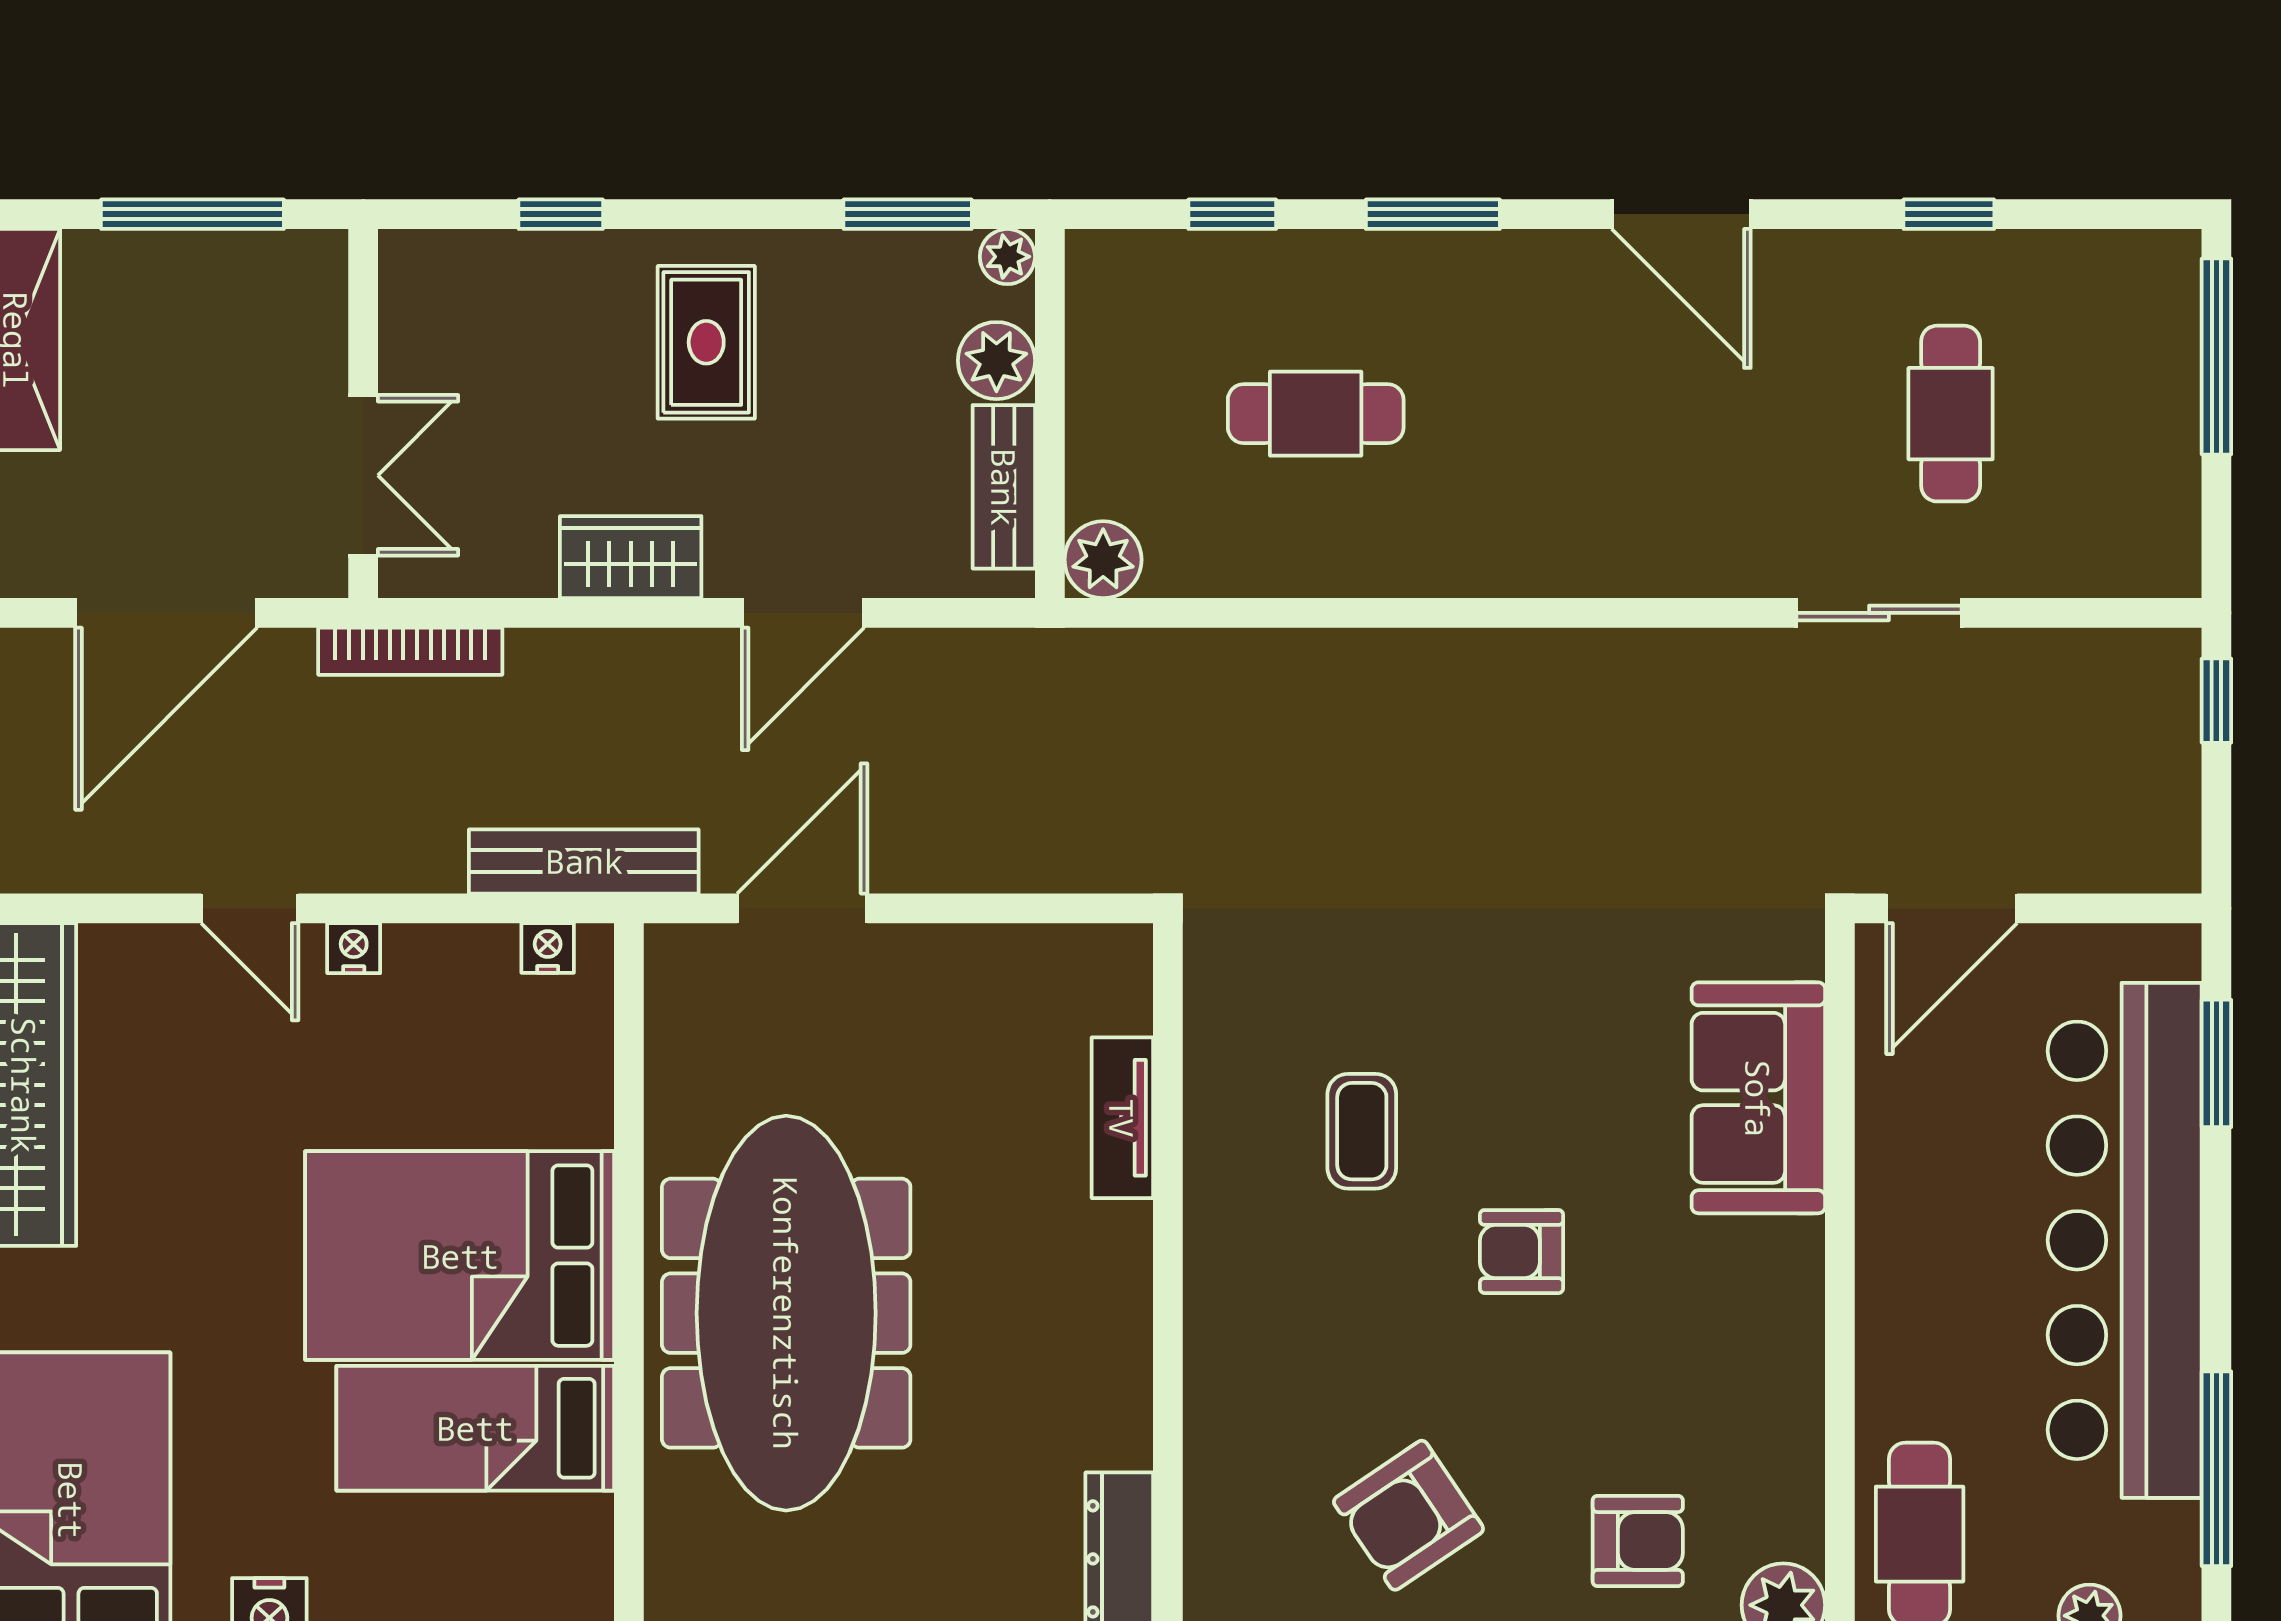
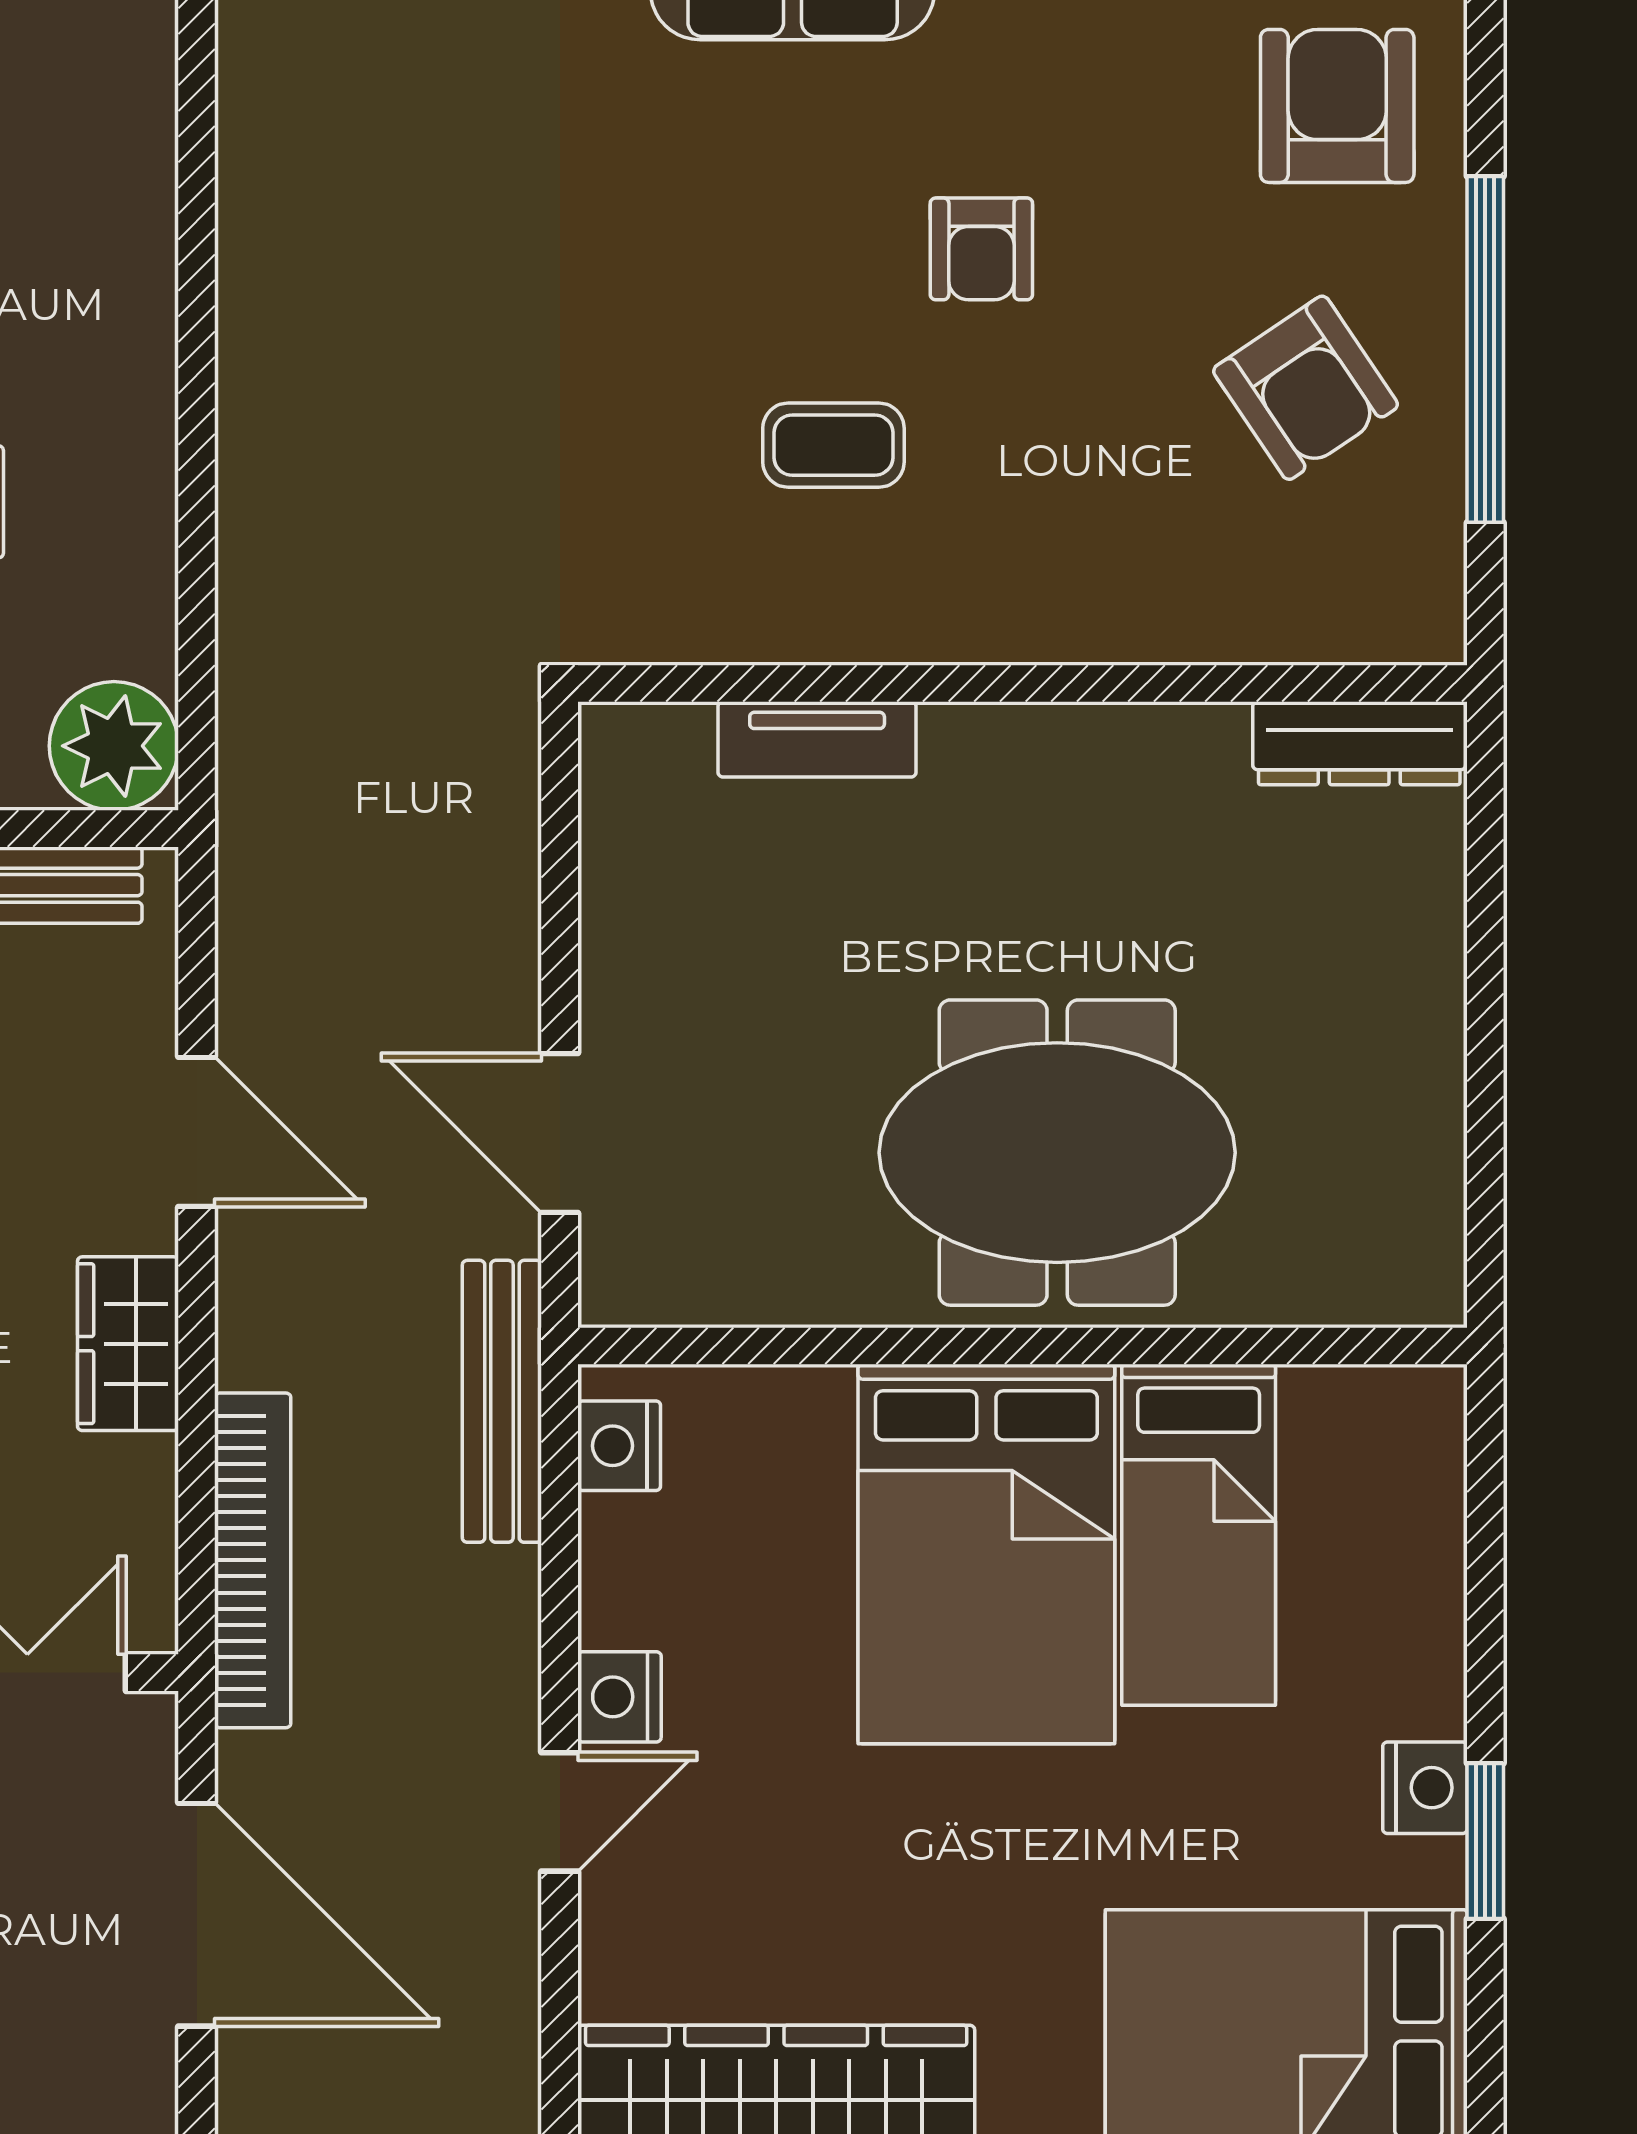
plant: (1103, 560) -> (114, 746), width x1.36, depth x1.36
bookcase: (410, 651) -> (253, 1560), width x1.48, depth x1.31
nightstand: (354, 948) -> (619, 1697), width x1.39, depth x1.35
nightstand: (548, 948) -> (619, 1446), width x1.39, depth x1.35
meeting table: (786, 1313) -> (1057, 1153), width x0.73
armchair: (1638, 1541) -> (1337, 106), width x1.38, depth x1.38

